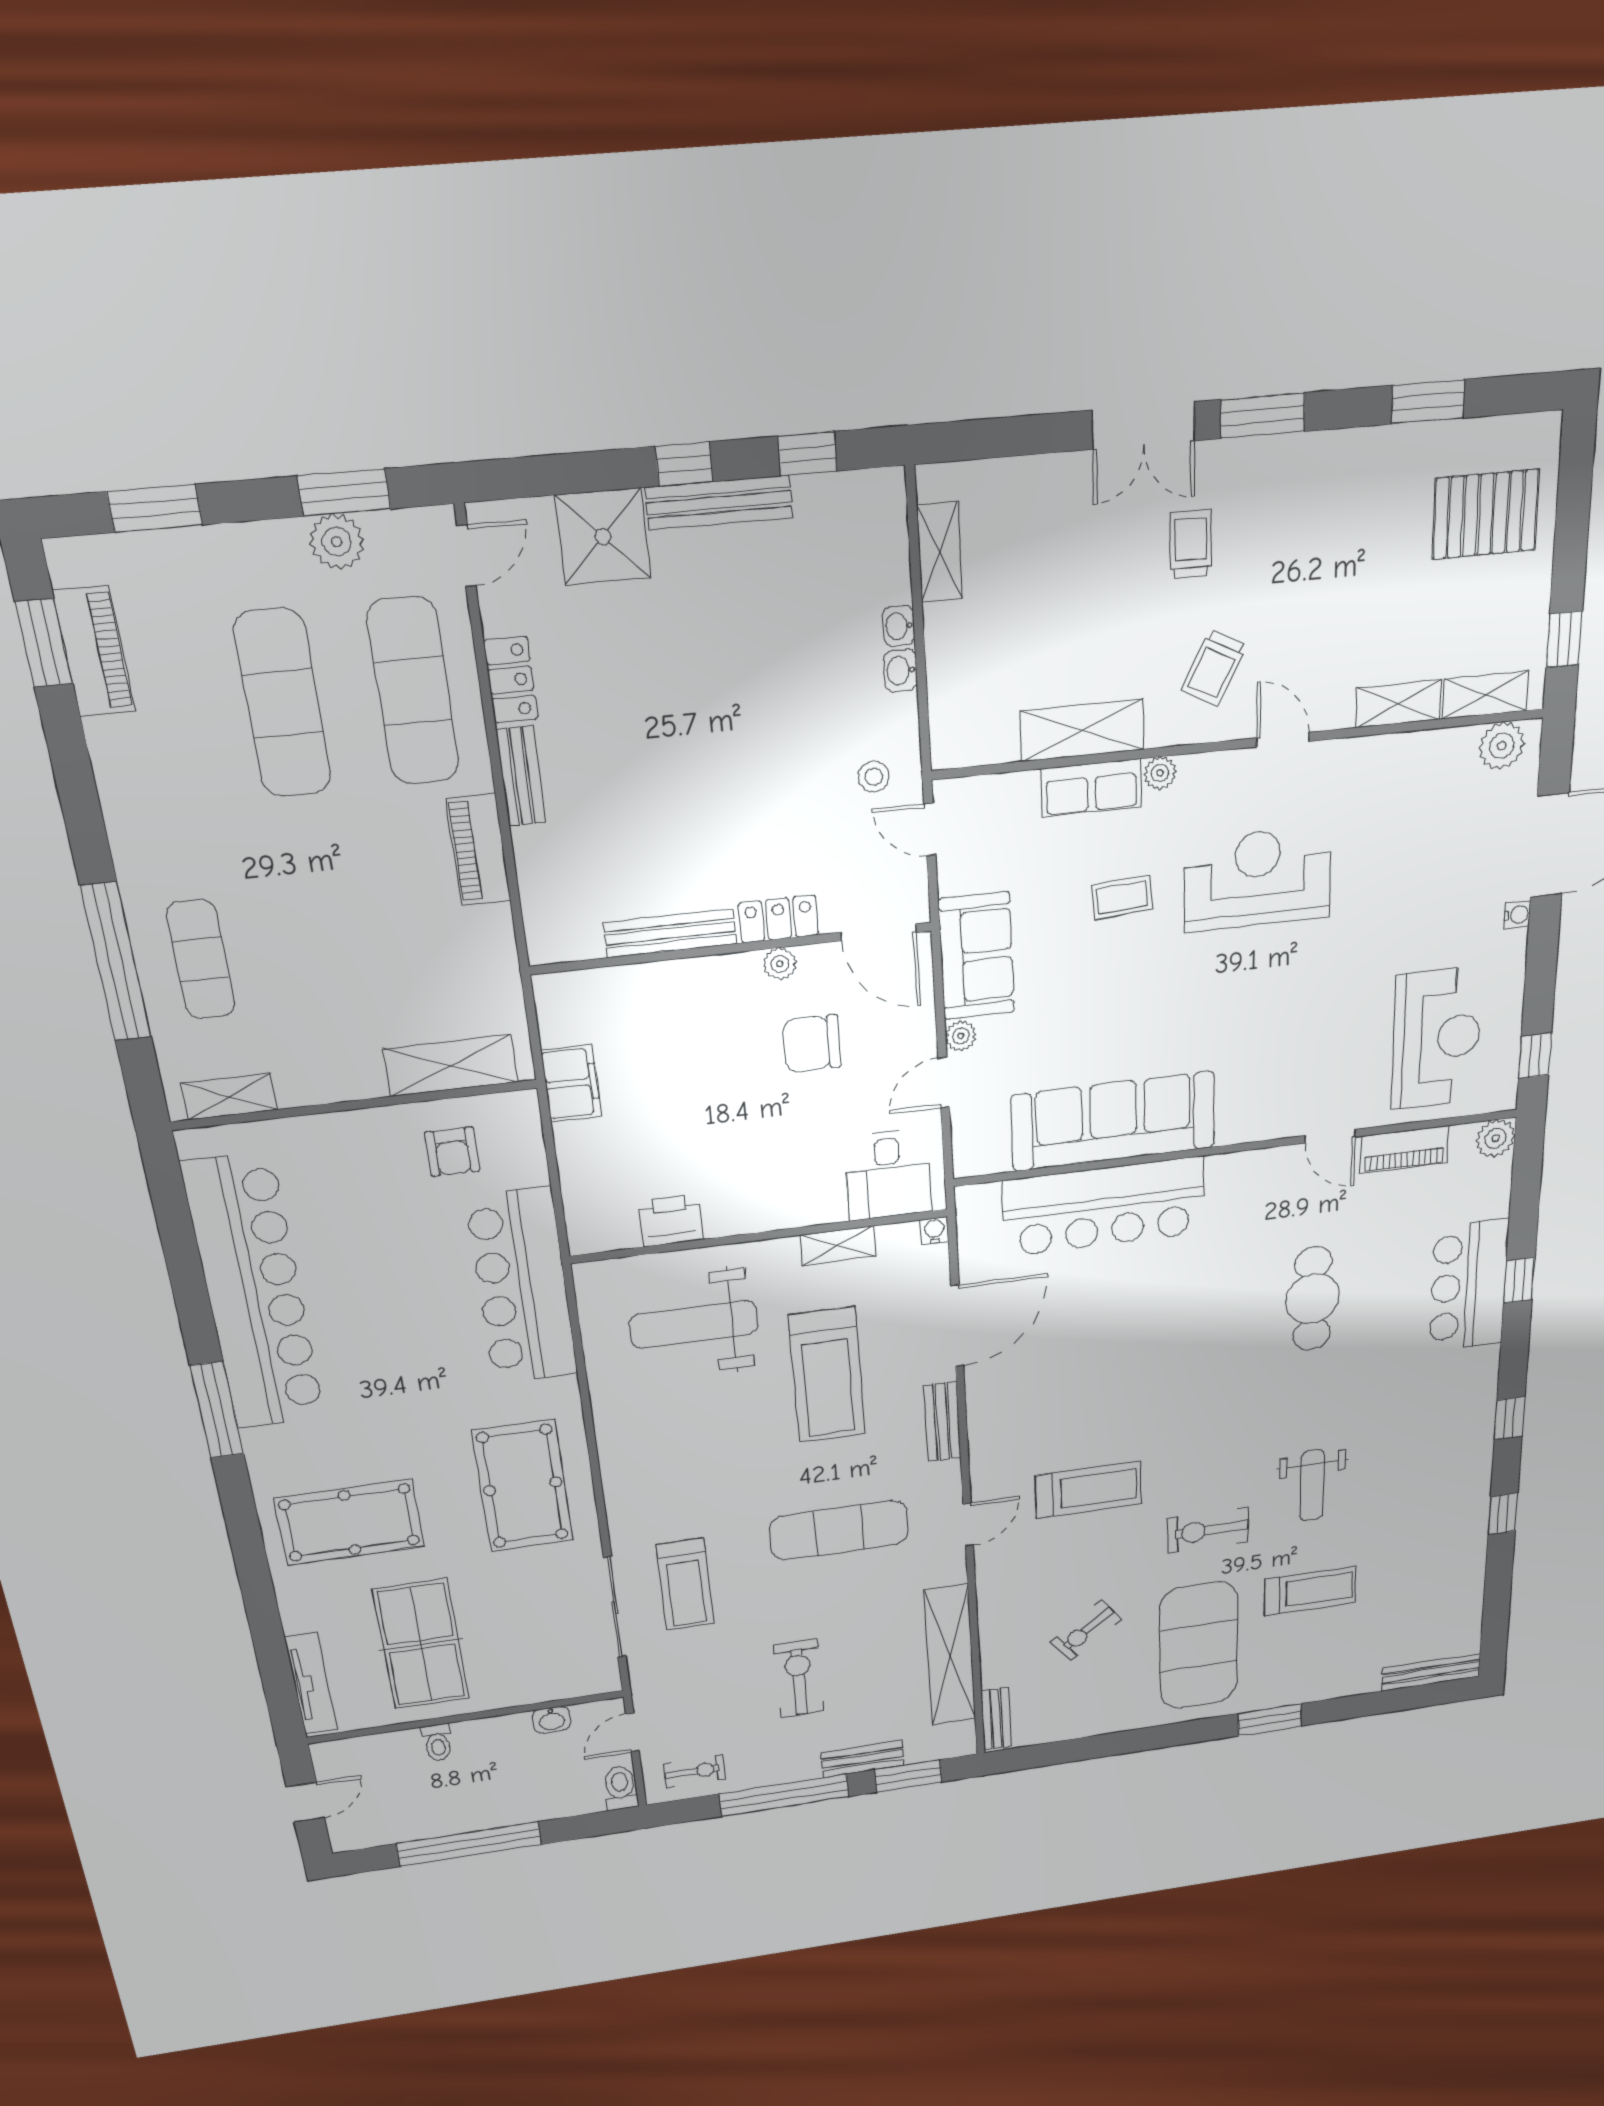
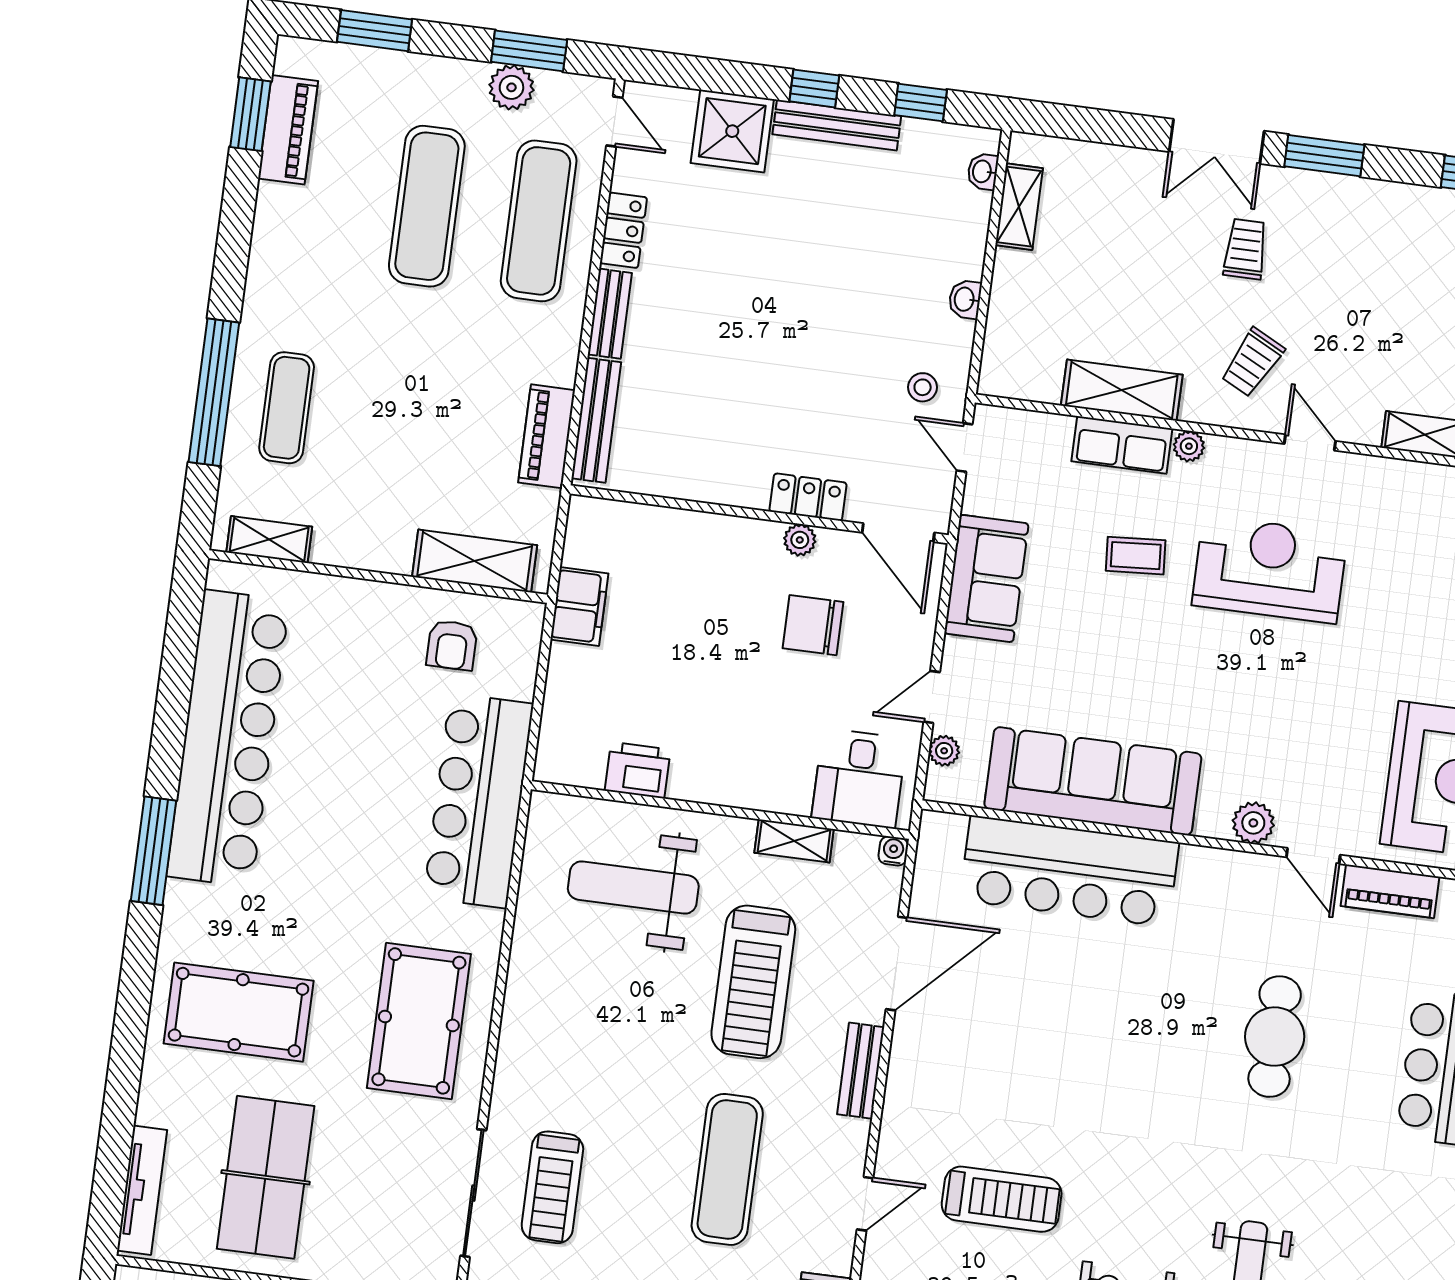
door: (467, 556) -> (614, 122), hinge flipped
washbasin: (899, 626) -> (983, 172), moved
piano: (479, 850) -> (547, 436), moved
bench: (670, 933) -> (596, 420), moved, turned 90
plant: (961, 1036) -> (944, 751), moved
plant: (1271, 1121) -> (1253, 823), added
exercise mat: (839, 1530) -> (727, 1169), turned 90

